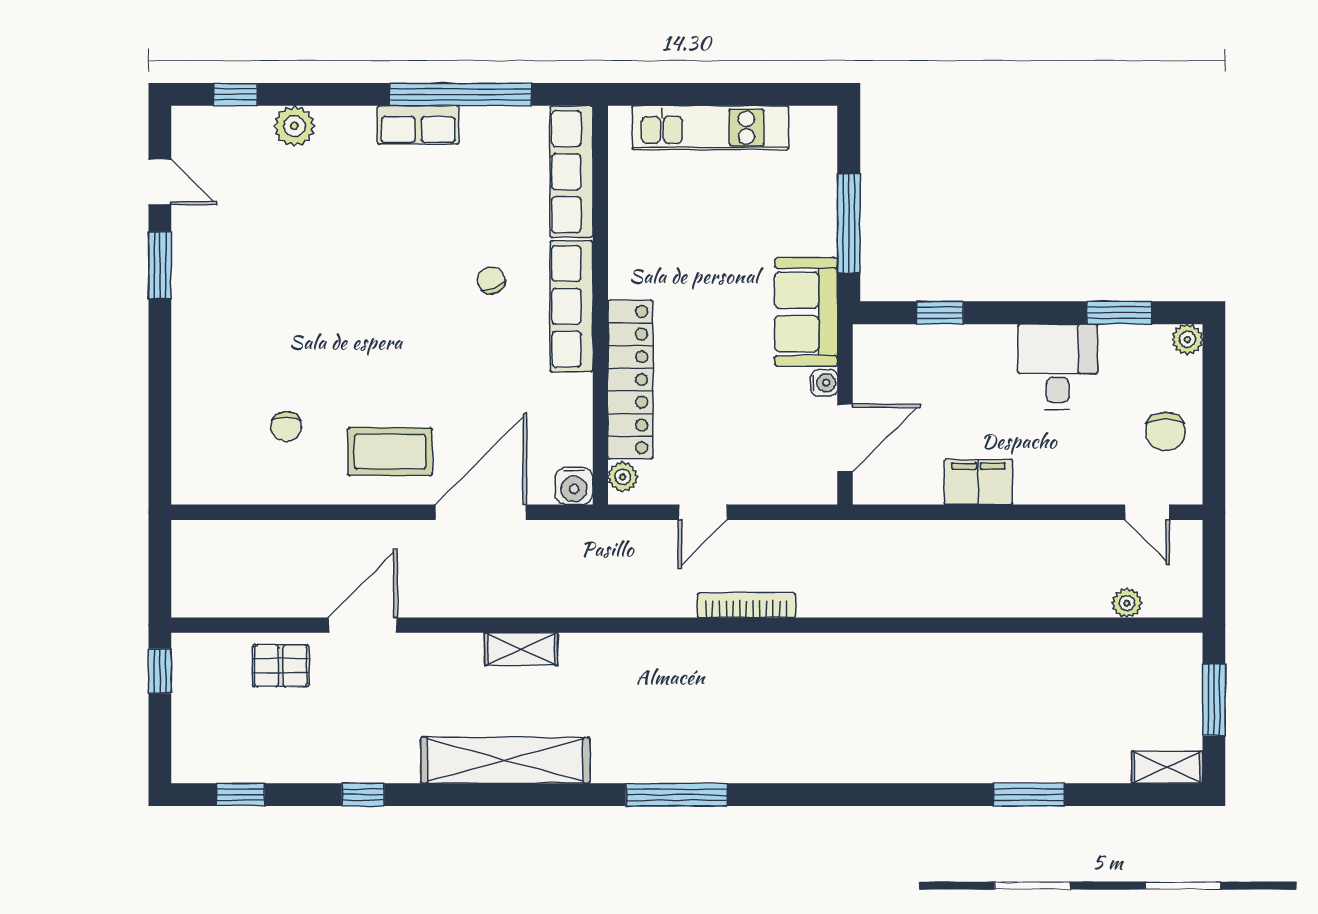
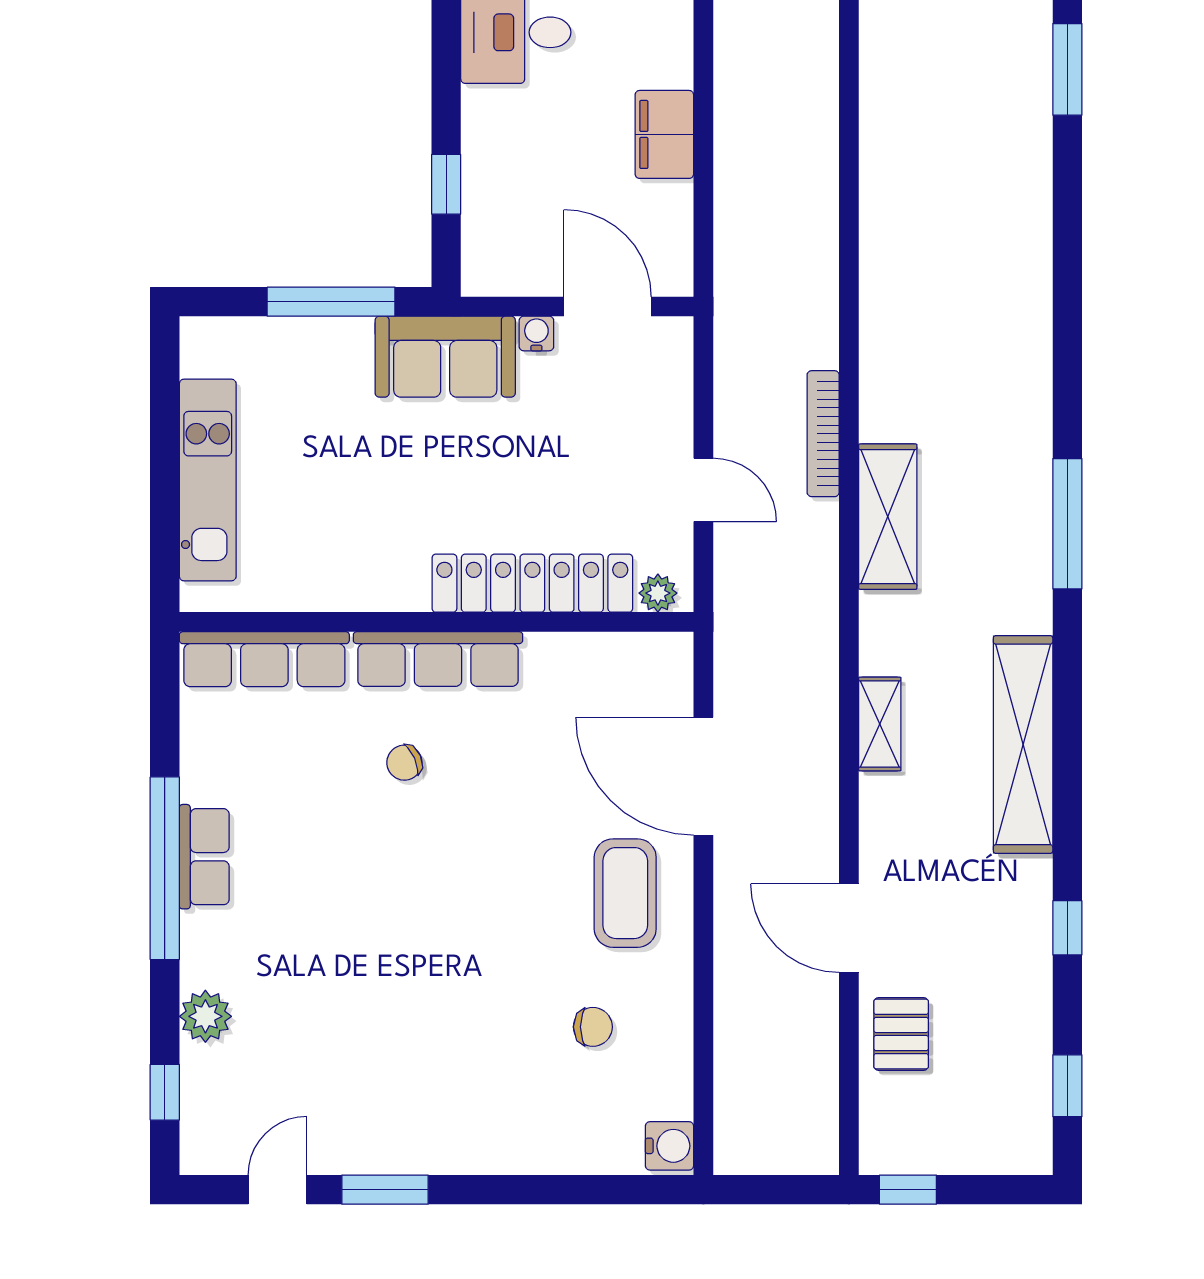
window: (460, 94) -> (165, 868), moved
water cooler: (574, 486) -> (670, 1146), moved
shelving: (682, 655) -> (888, 517), added

